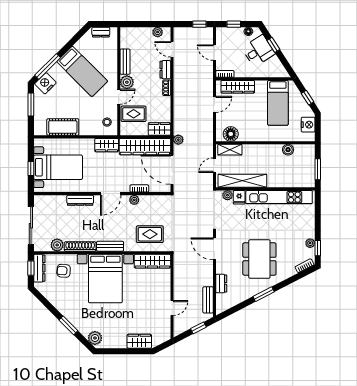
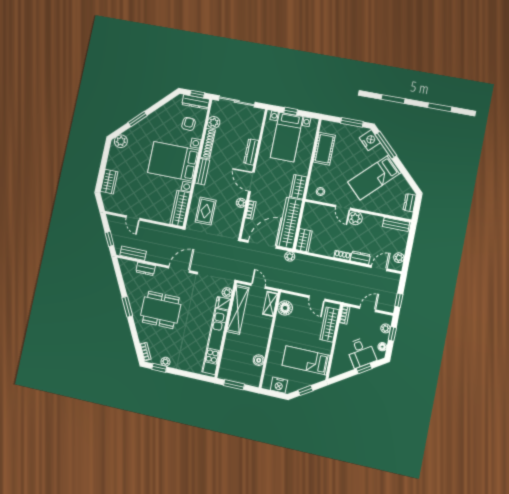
plant: (230, 32) -> (386, 328), added
bench: (125, 62) -> (396, 224), moved
rug: (134, 114) -> (323, 218), removed

